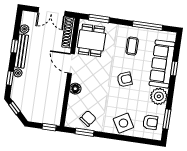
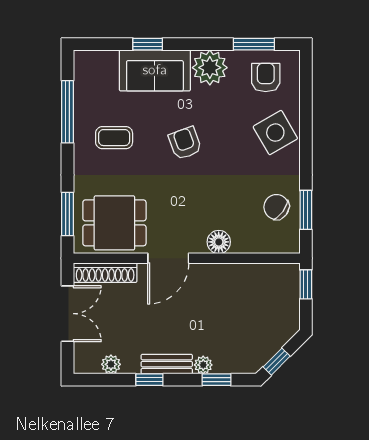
bench: (21, 51) -> (167, 364), width x0.73
sofa: (162, 64) -> (155, 70), width x0.73

